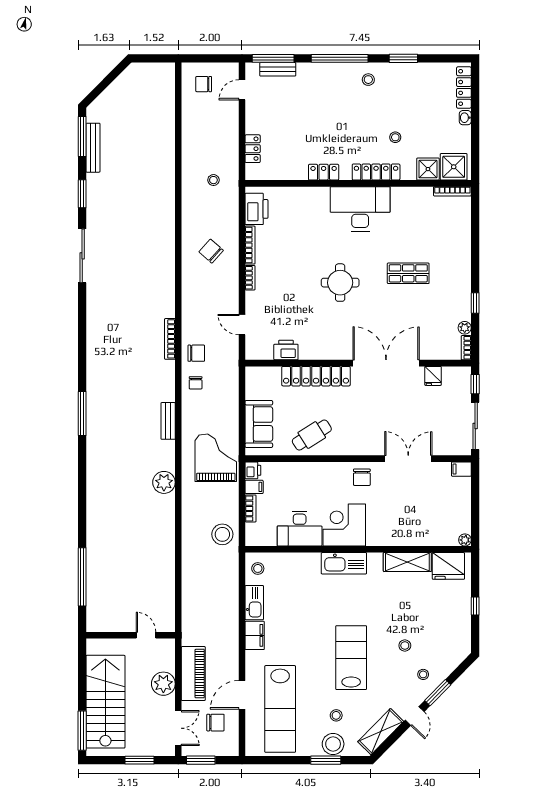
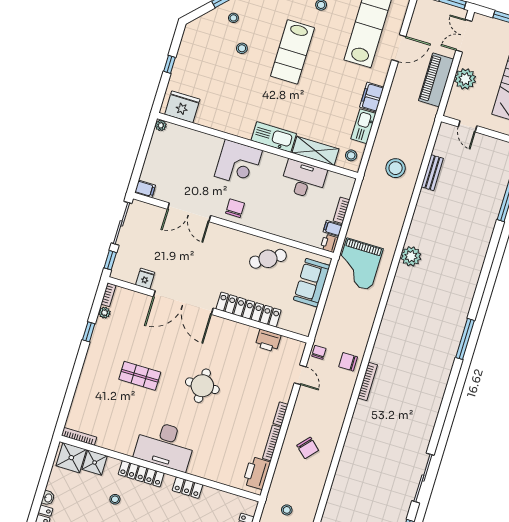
chair: (196, 383) -> (319, 352), moved
bench: (168, 421) -> (432, 173), moved
corner desk: (344, 525) -> (238, 163), moved
stool: (222, 534) -> (396, 168), moved
shelving: (407, 562) -> (315, 151), moved
chair: (215, 723) -> (430, 31), removed

